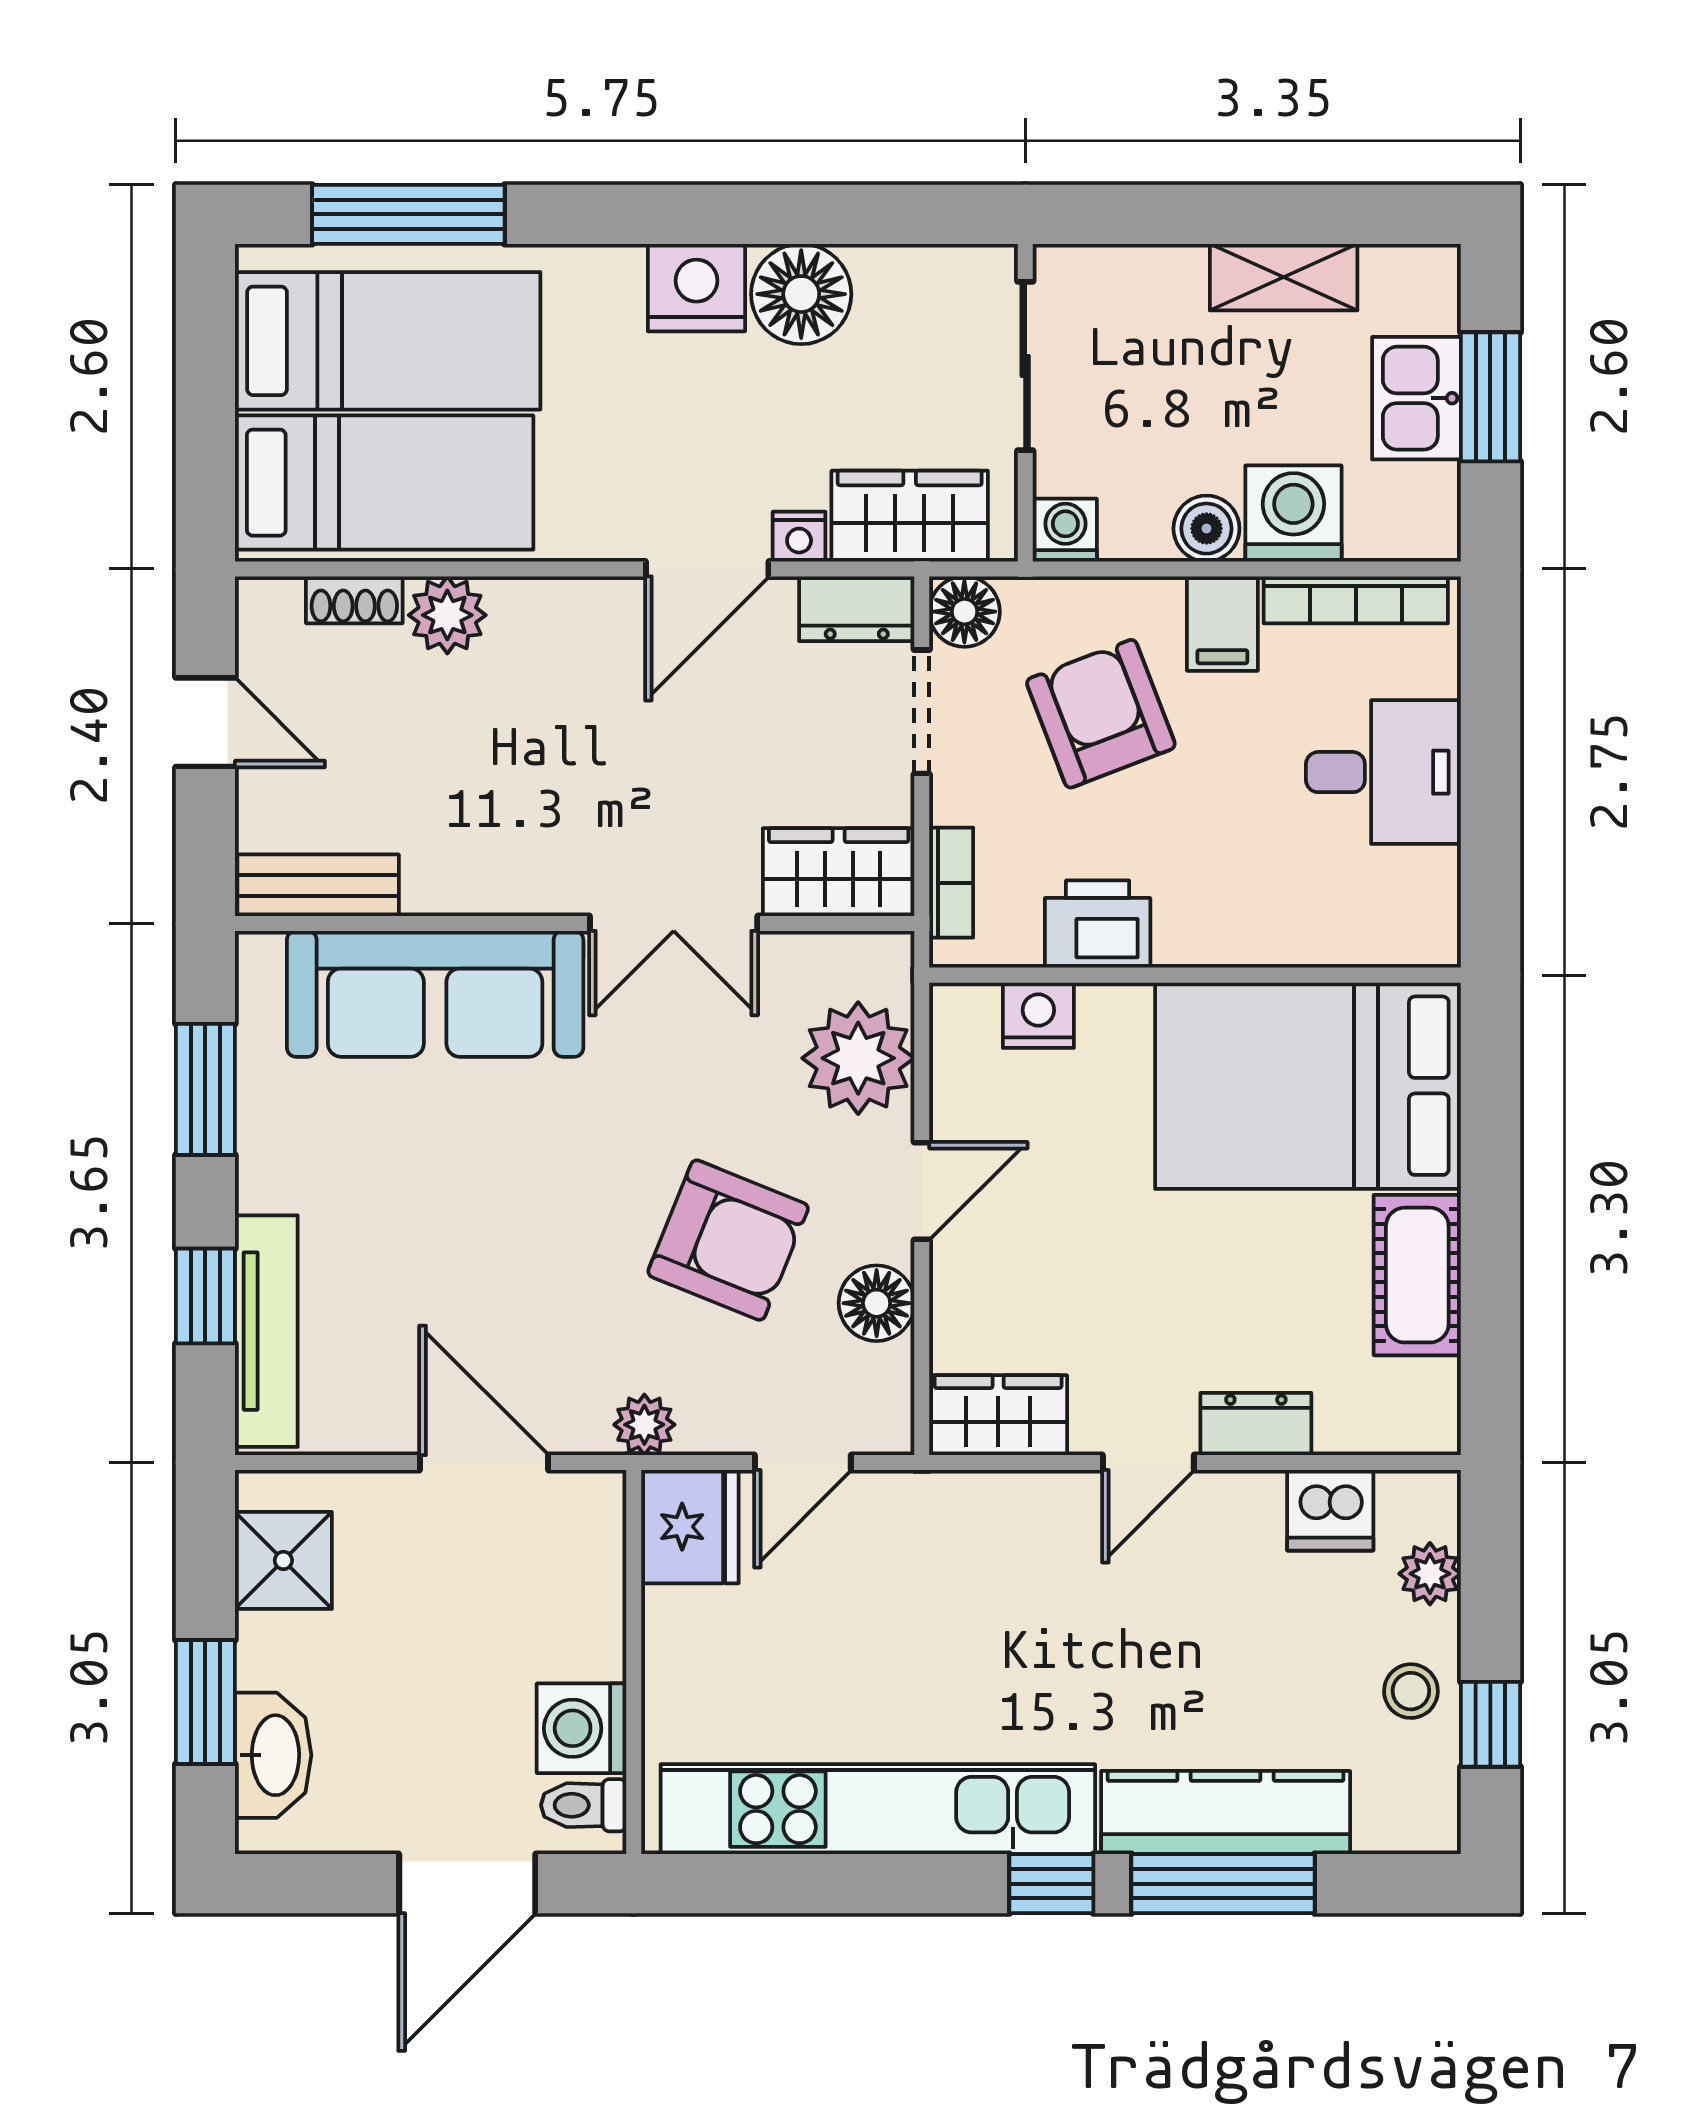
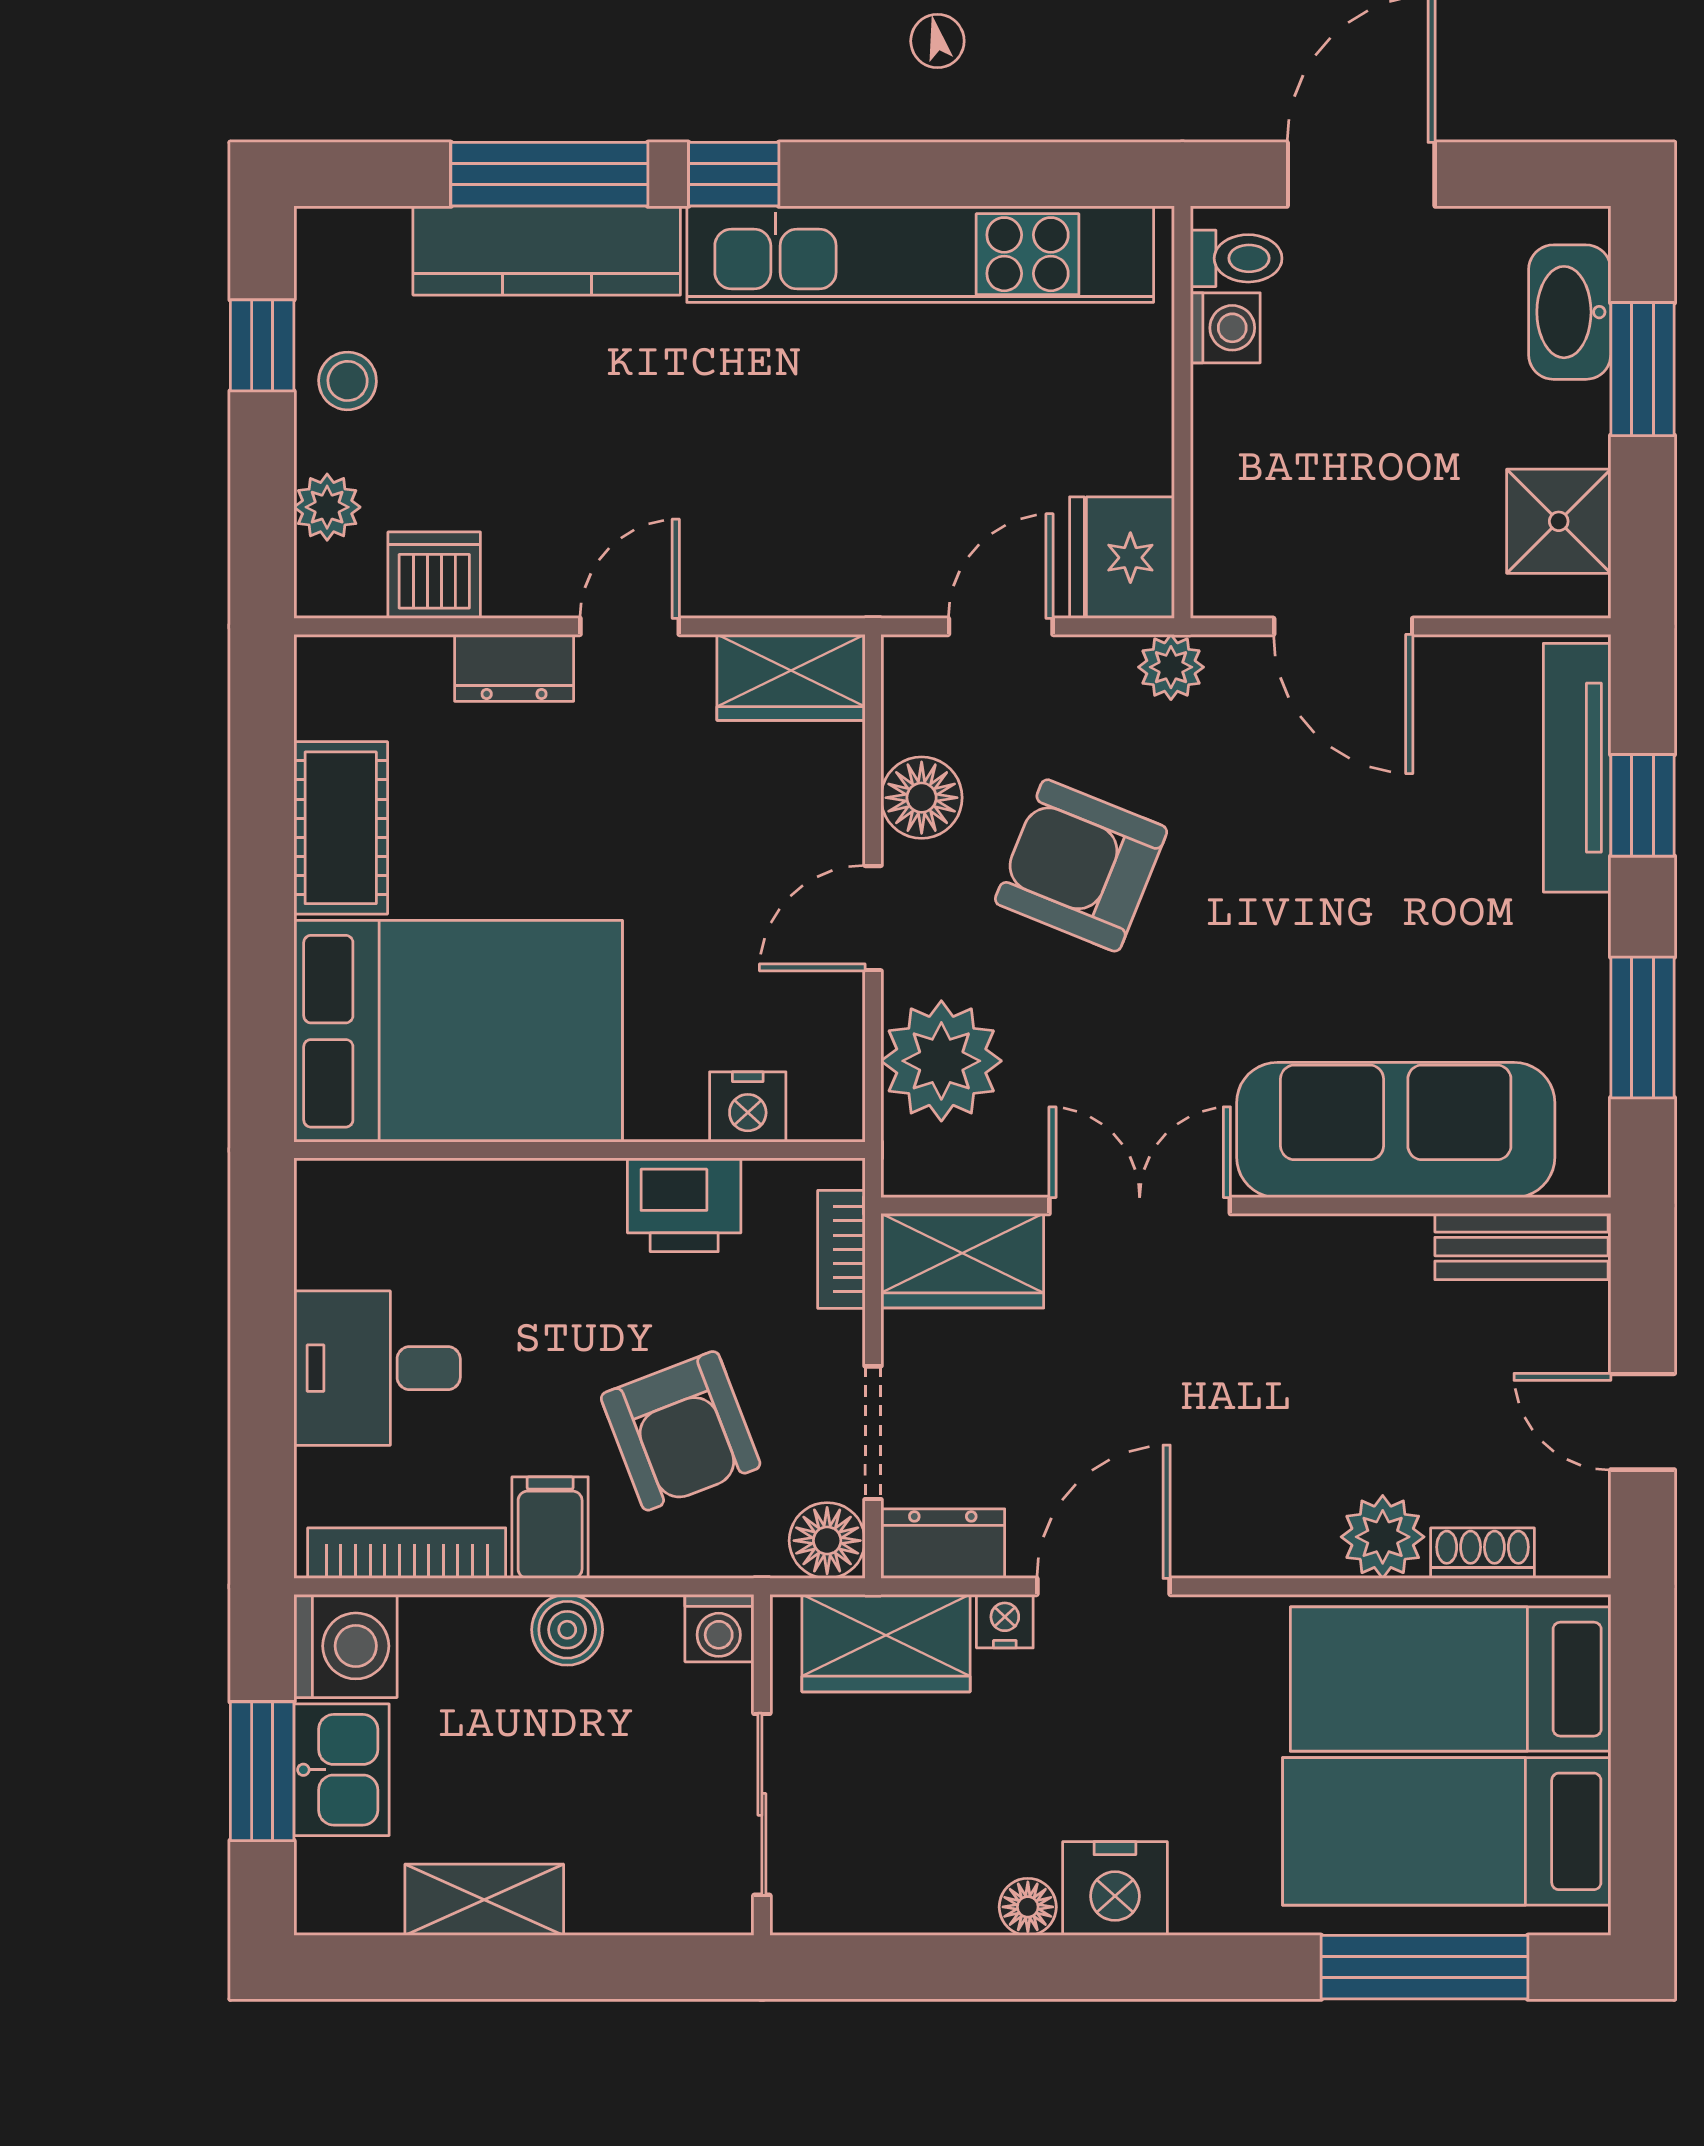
floor lamp: (801, 294) -> (1028, 1907), width x0.53, depth x0.53
washing machine: (1293, 513) -> (345, 1646), moved, turned -90
washing machine: (582, 1728) -> (1225, 328), width x0.73, depth x0.73

